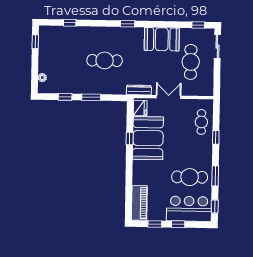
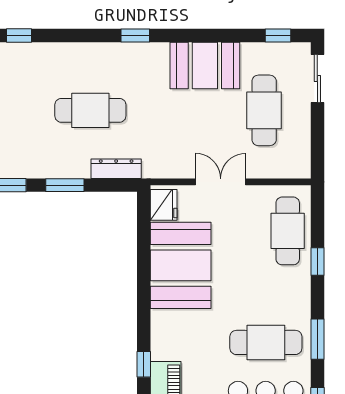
dresser: (139, 90) -> (116, 169), moved
cafe table: (201, 122) -> (288, 231), width x1.37, depth x1.35
window: (130, 139) -> (144, 364), moved

